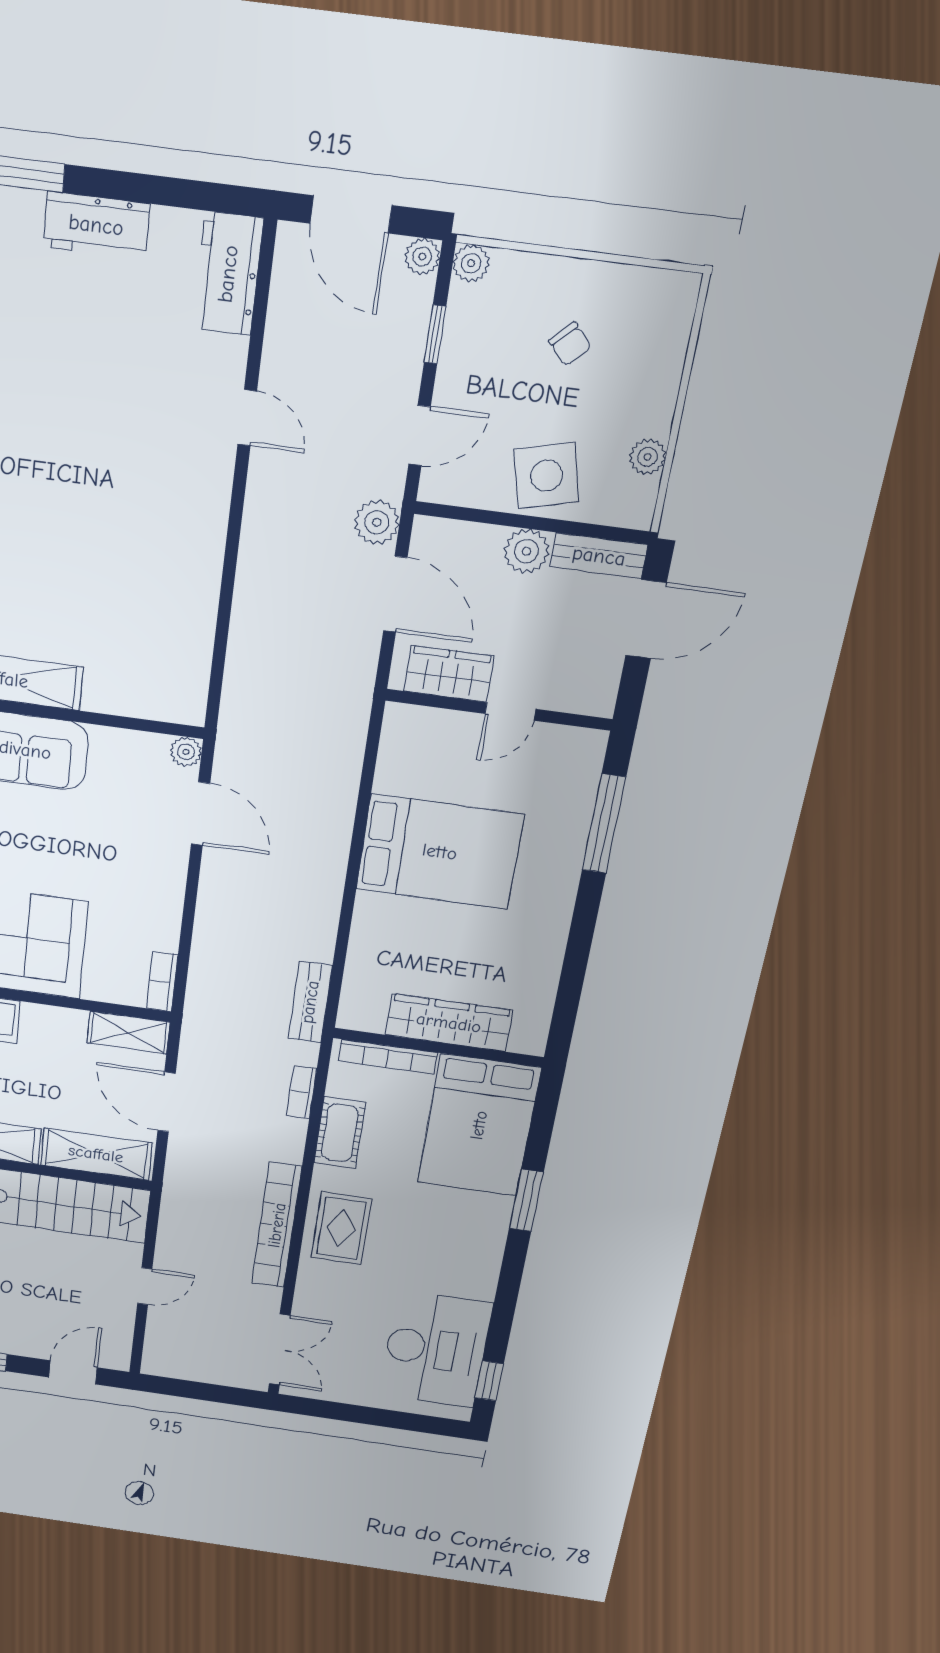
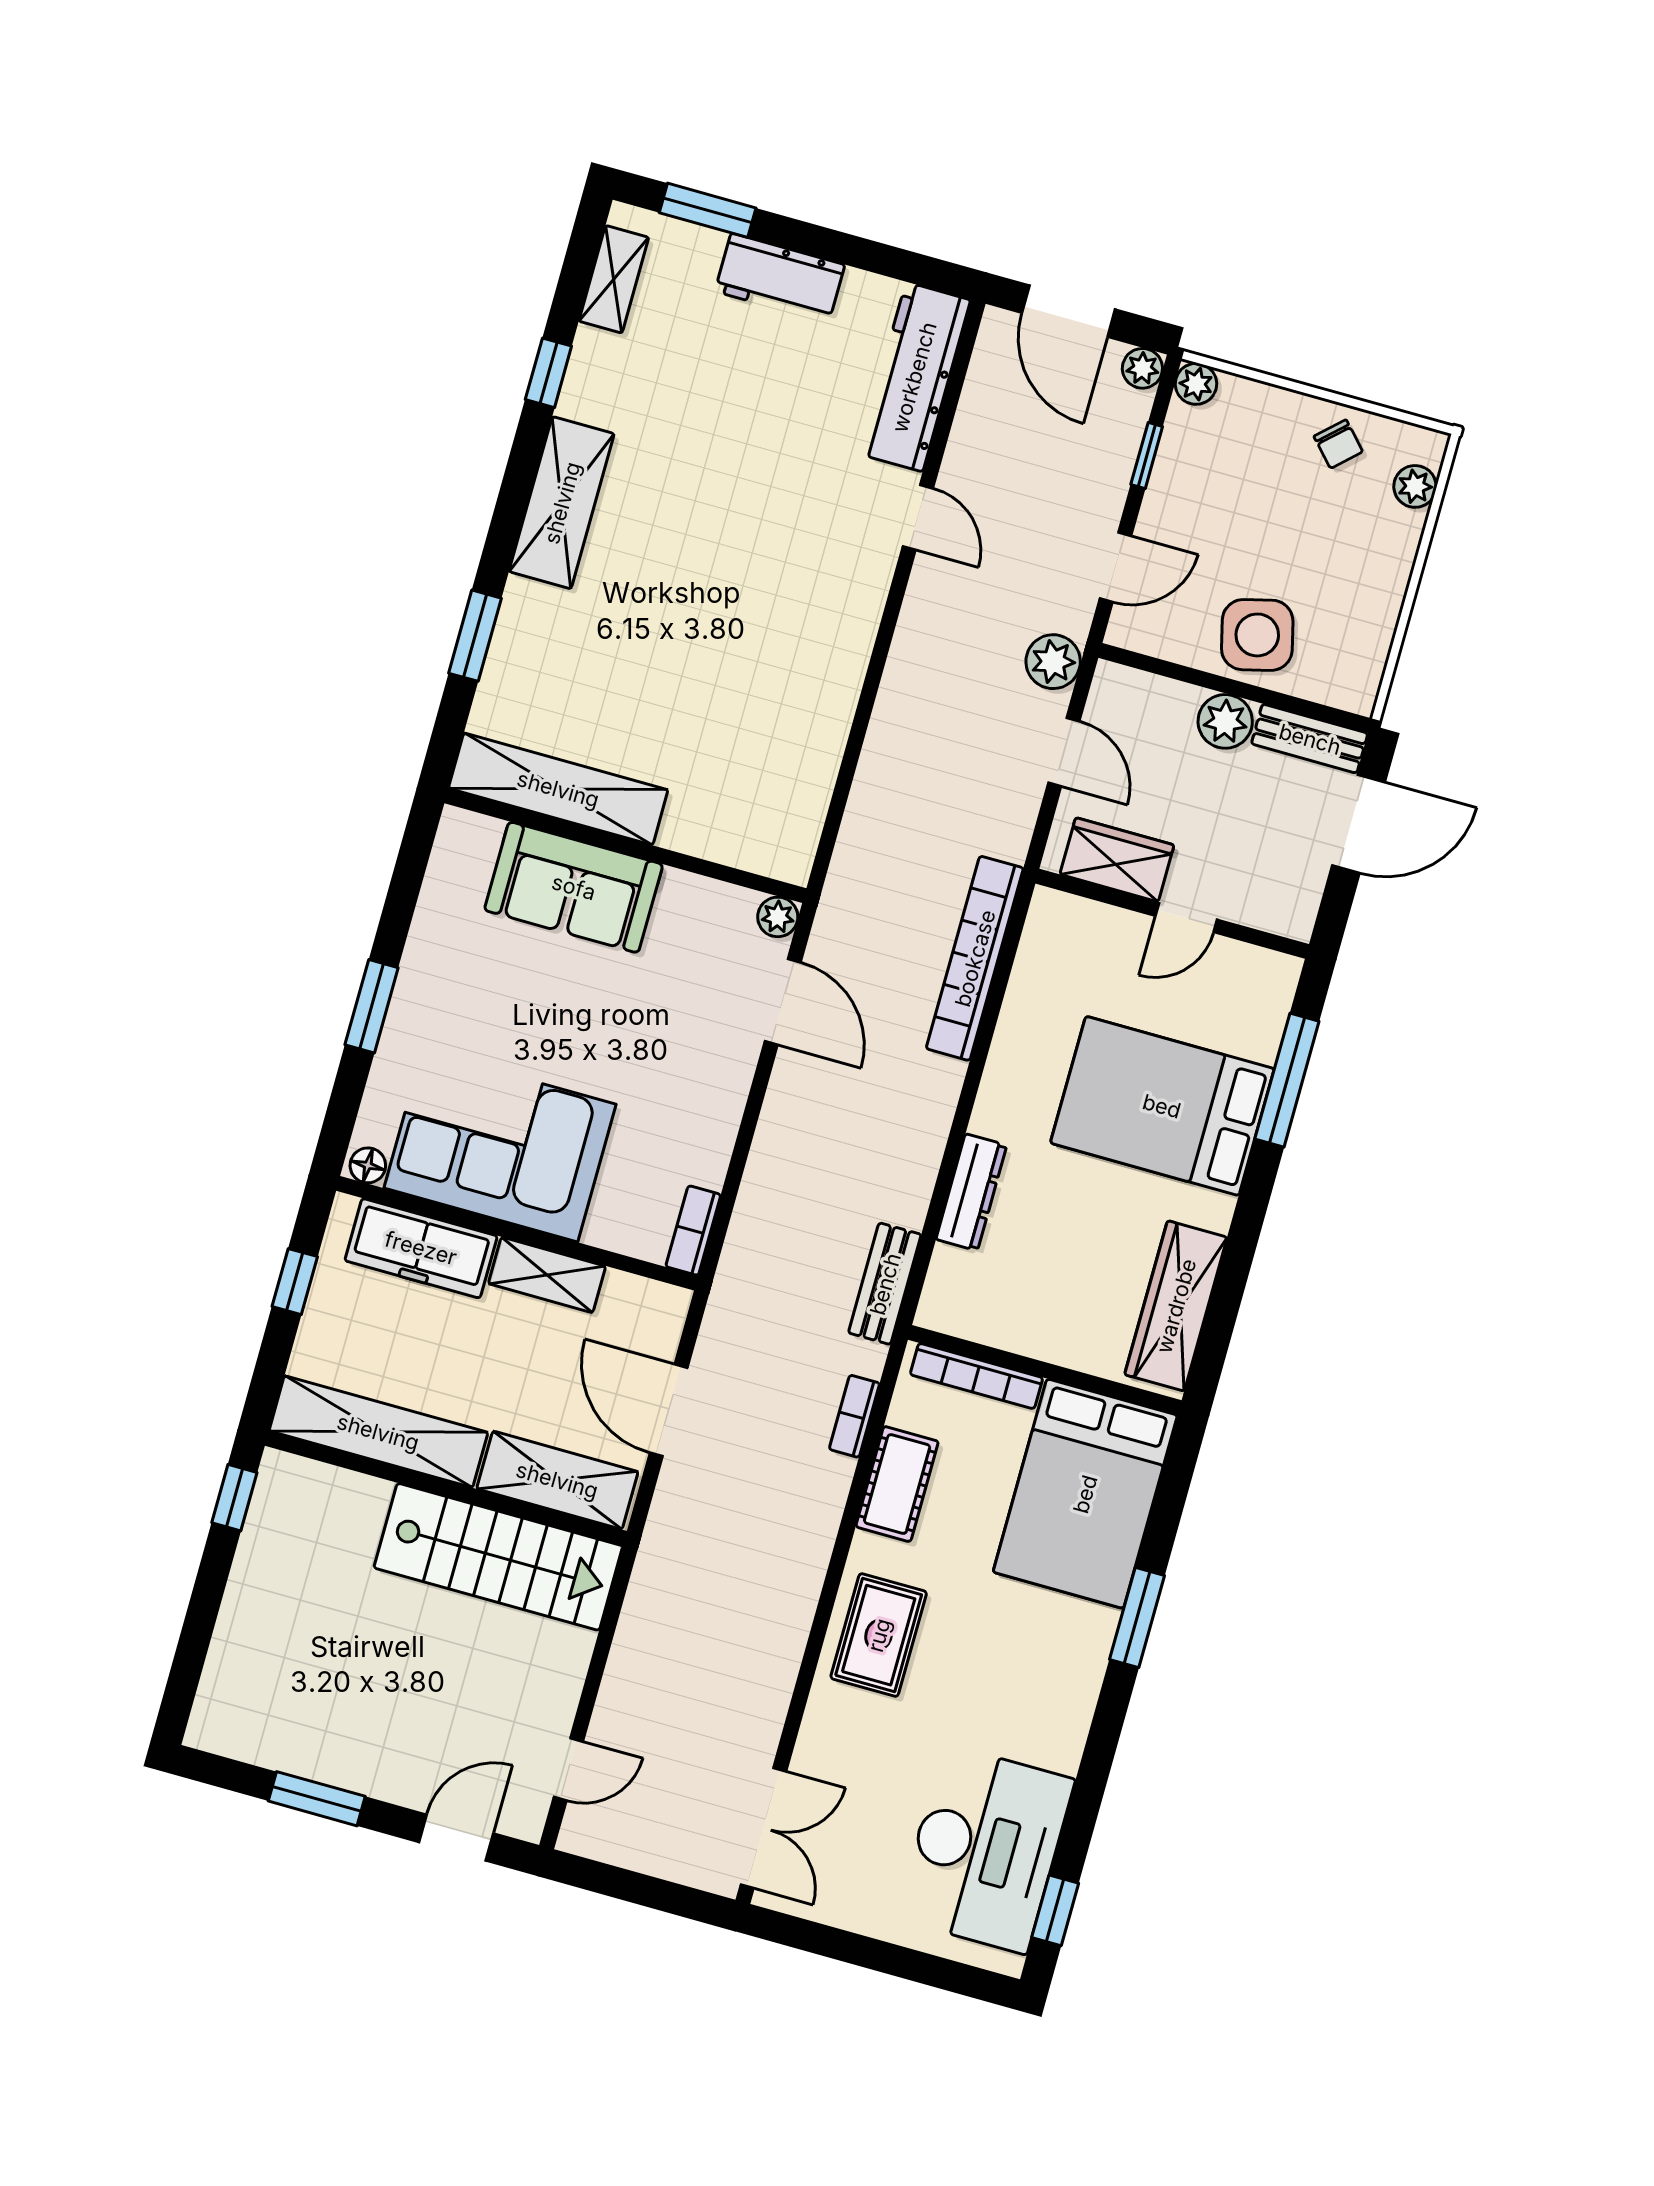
workbench: (228, 274) -> (914, 377), width x1.38
chair: (570, 344) -> (1338, 444), moved
plant: (648, 457) -> (1415, 486), moved
door: (395, 594) -> (1064, 752), width x0.73
bed: (440, 852) -> (1162, 1106), moved, turned 180
dresser: (366, 932) -> (971, 1192), added
wardrobe: (449, 1023) -> (1176, 1306), moved, turned -90
shelving: (129, 1032) -> (547, 1275), moved
bookcase: (277, 1225) -> (975, 958), moved
door: (145, 1286) -> (568, 1769), moved

